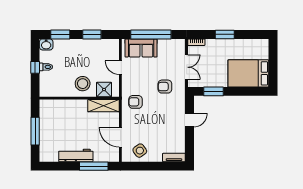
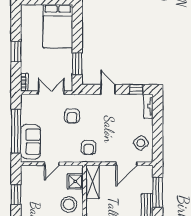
window: (190, 146) -> (136, 89), added

